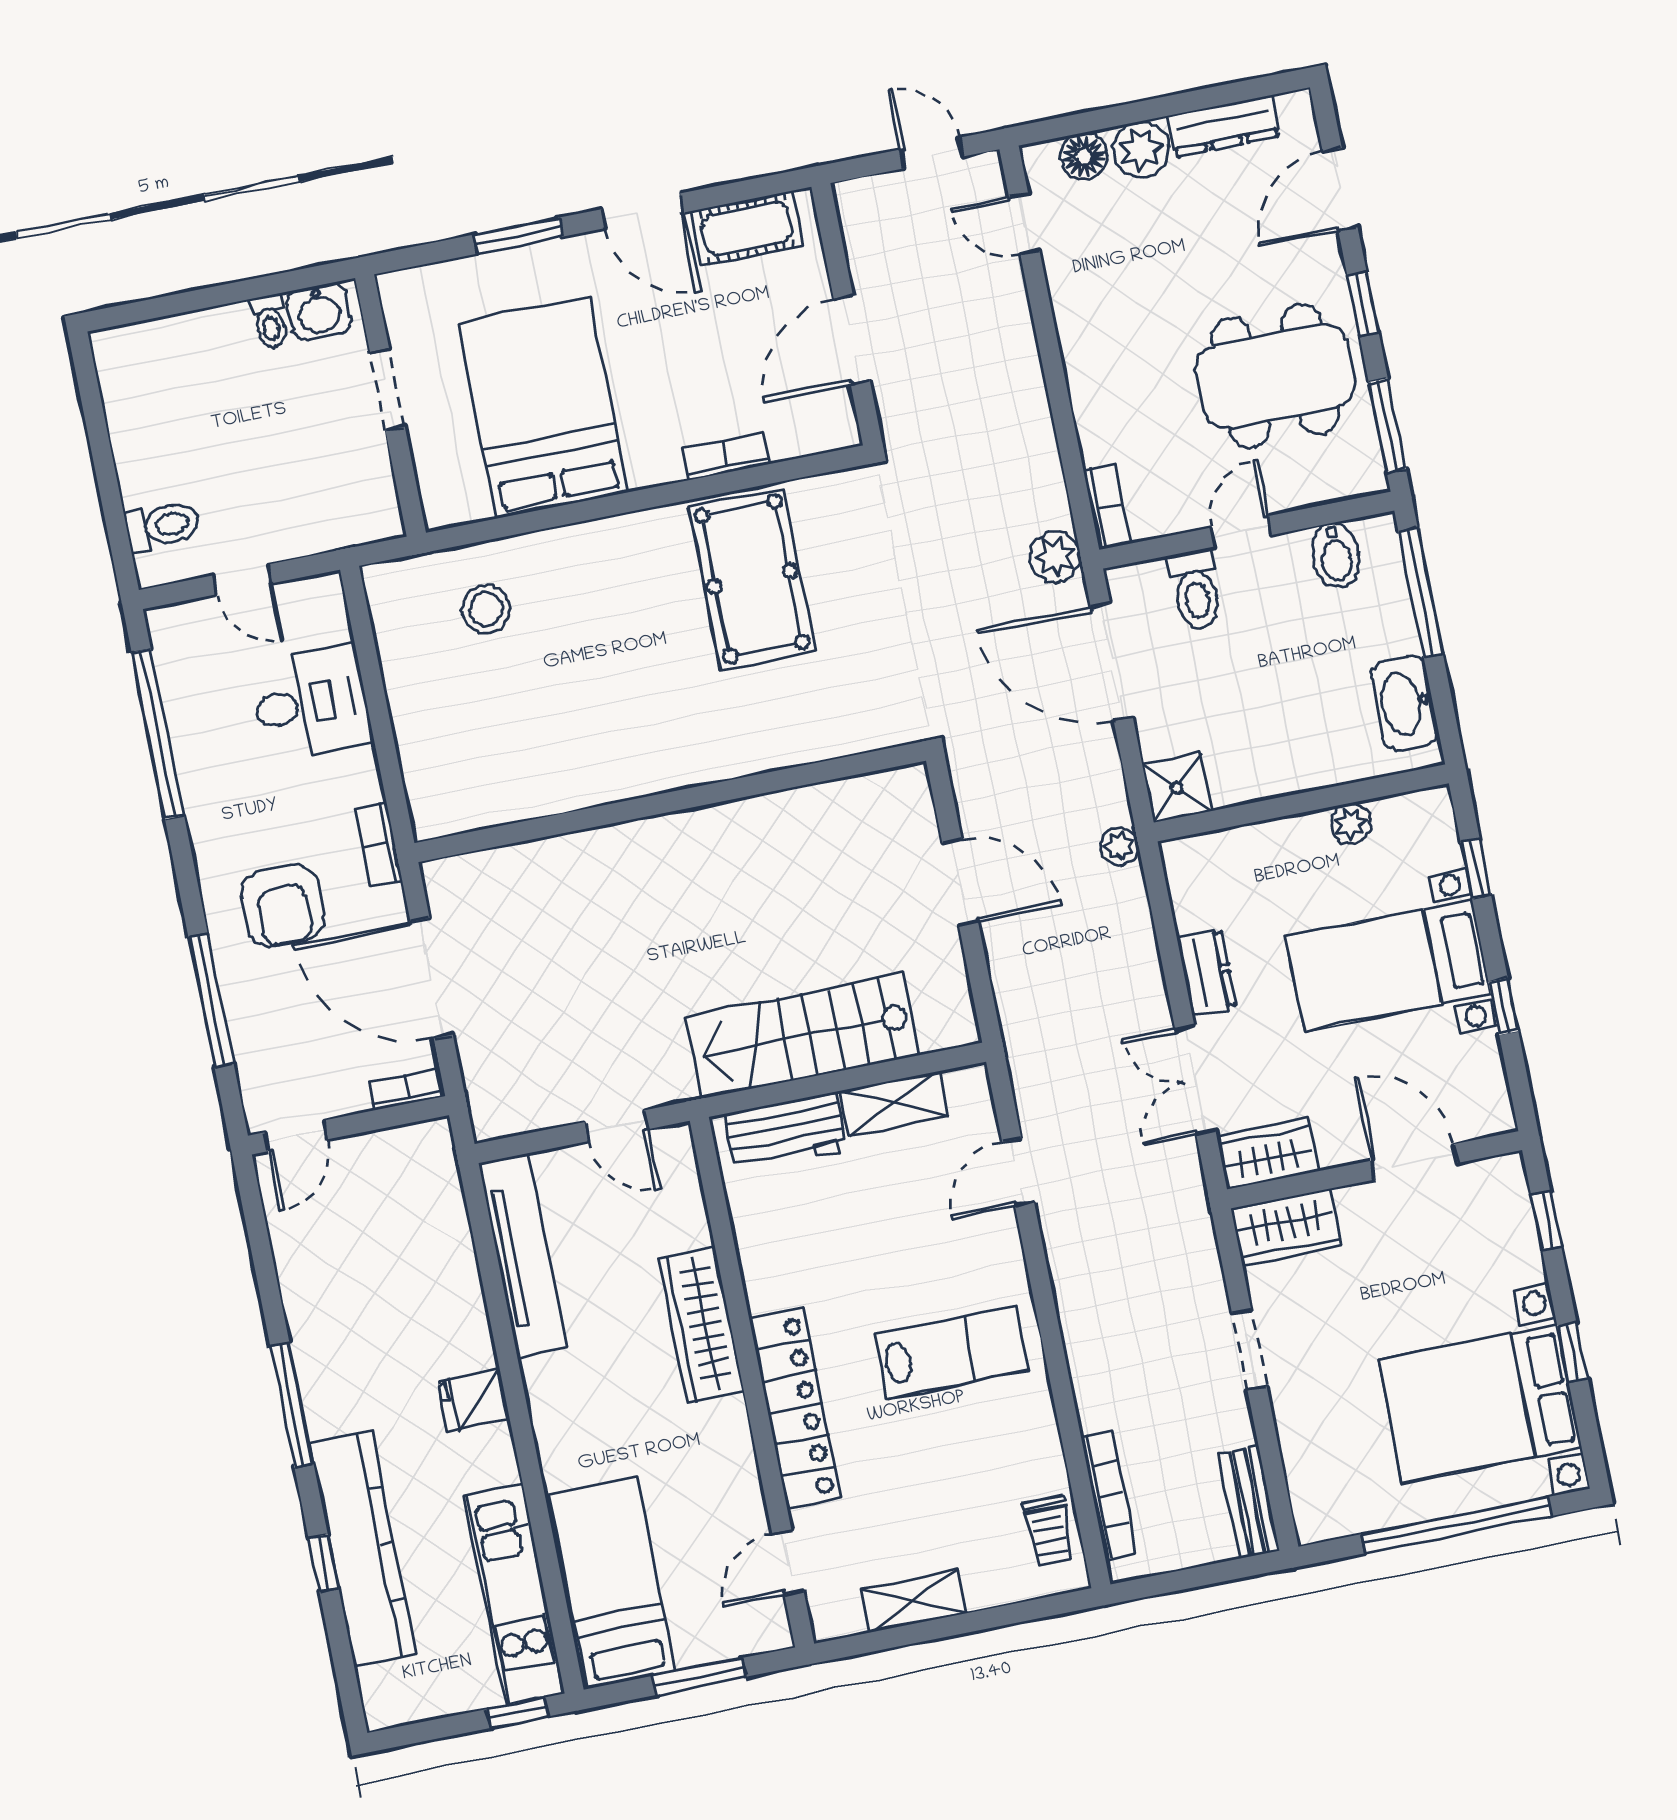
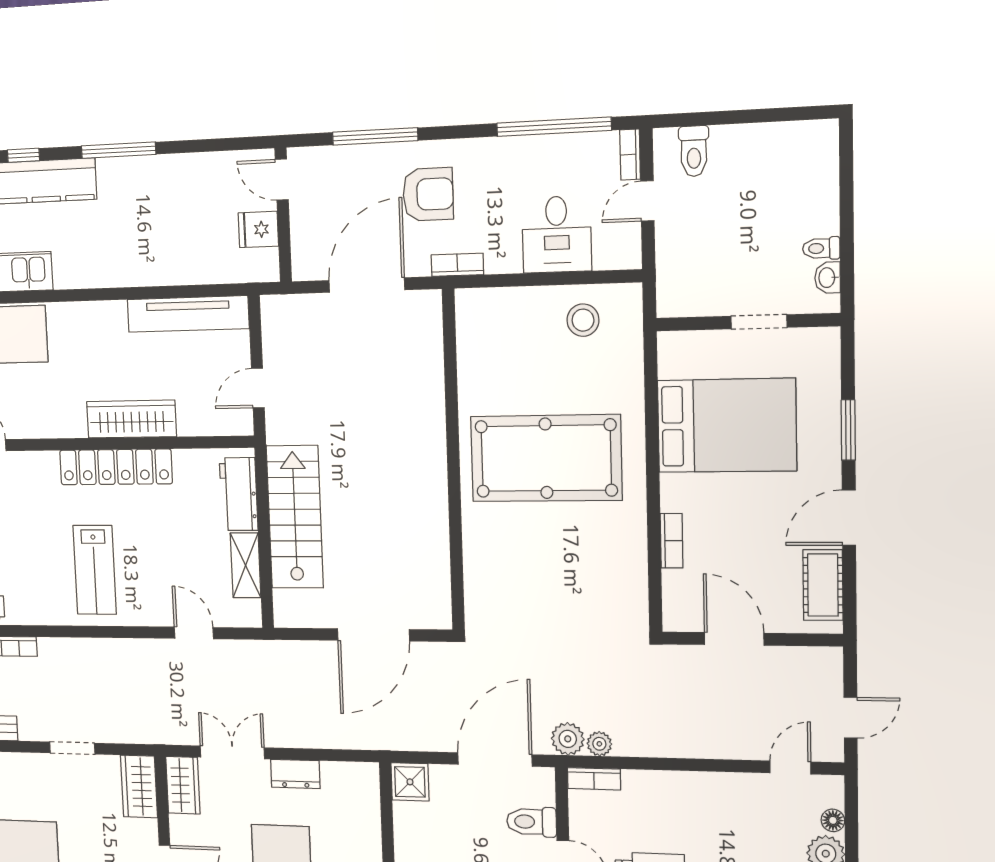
floor lamp: (1084, 156) -> (833, 820), width x0.73, depth x0.73
washbasin: (319, 311) -> (828, 278), width x0.72, depth x0.69
pool table: (752, 579) -> (546, 458), moved, width x1.36, depth x1.32
stool: (486, 609) -> (583, 320), moved
plant: (1119, 846) -> (599, 744), moved
door: (960, 882) -> (373, 635), width x1.36
armchair: (283, 906) -> (428, 194), turned 180
bookcase: (407, 1089) -> (630, 155), moved, turned 180
fridge: (474, 1400) -> (258, 229), moved, turned -90
locker: (795, 1408) -> (116, 467), moved

